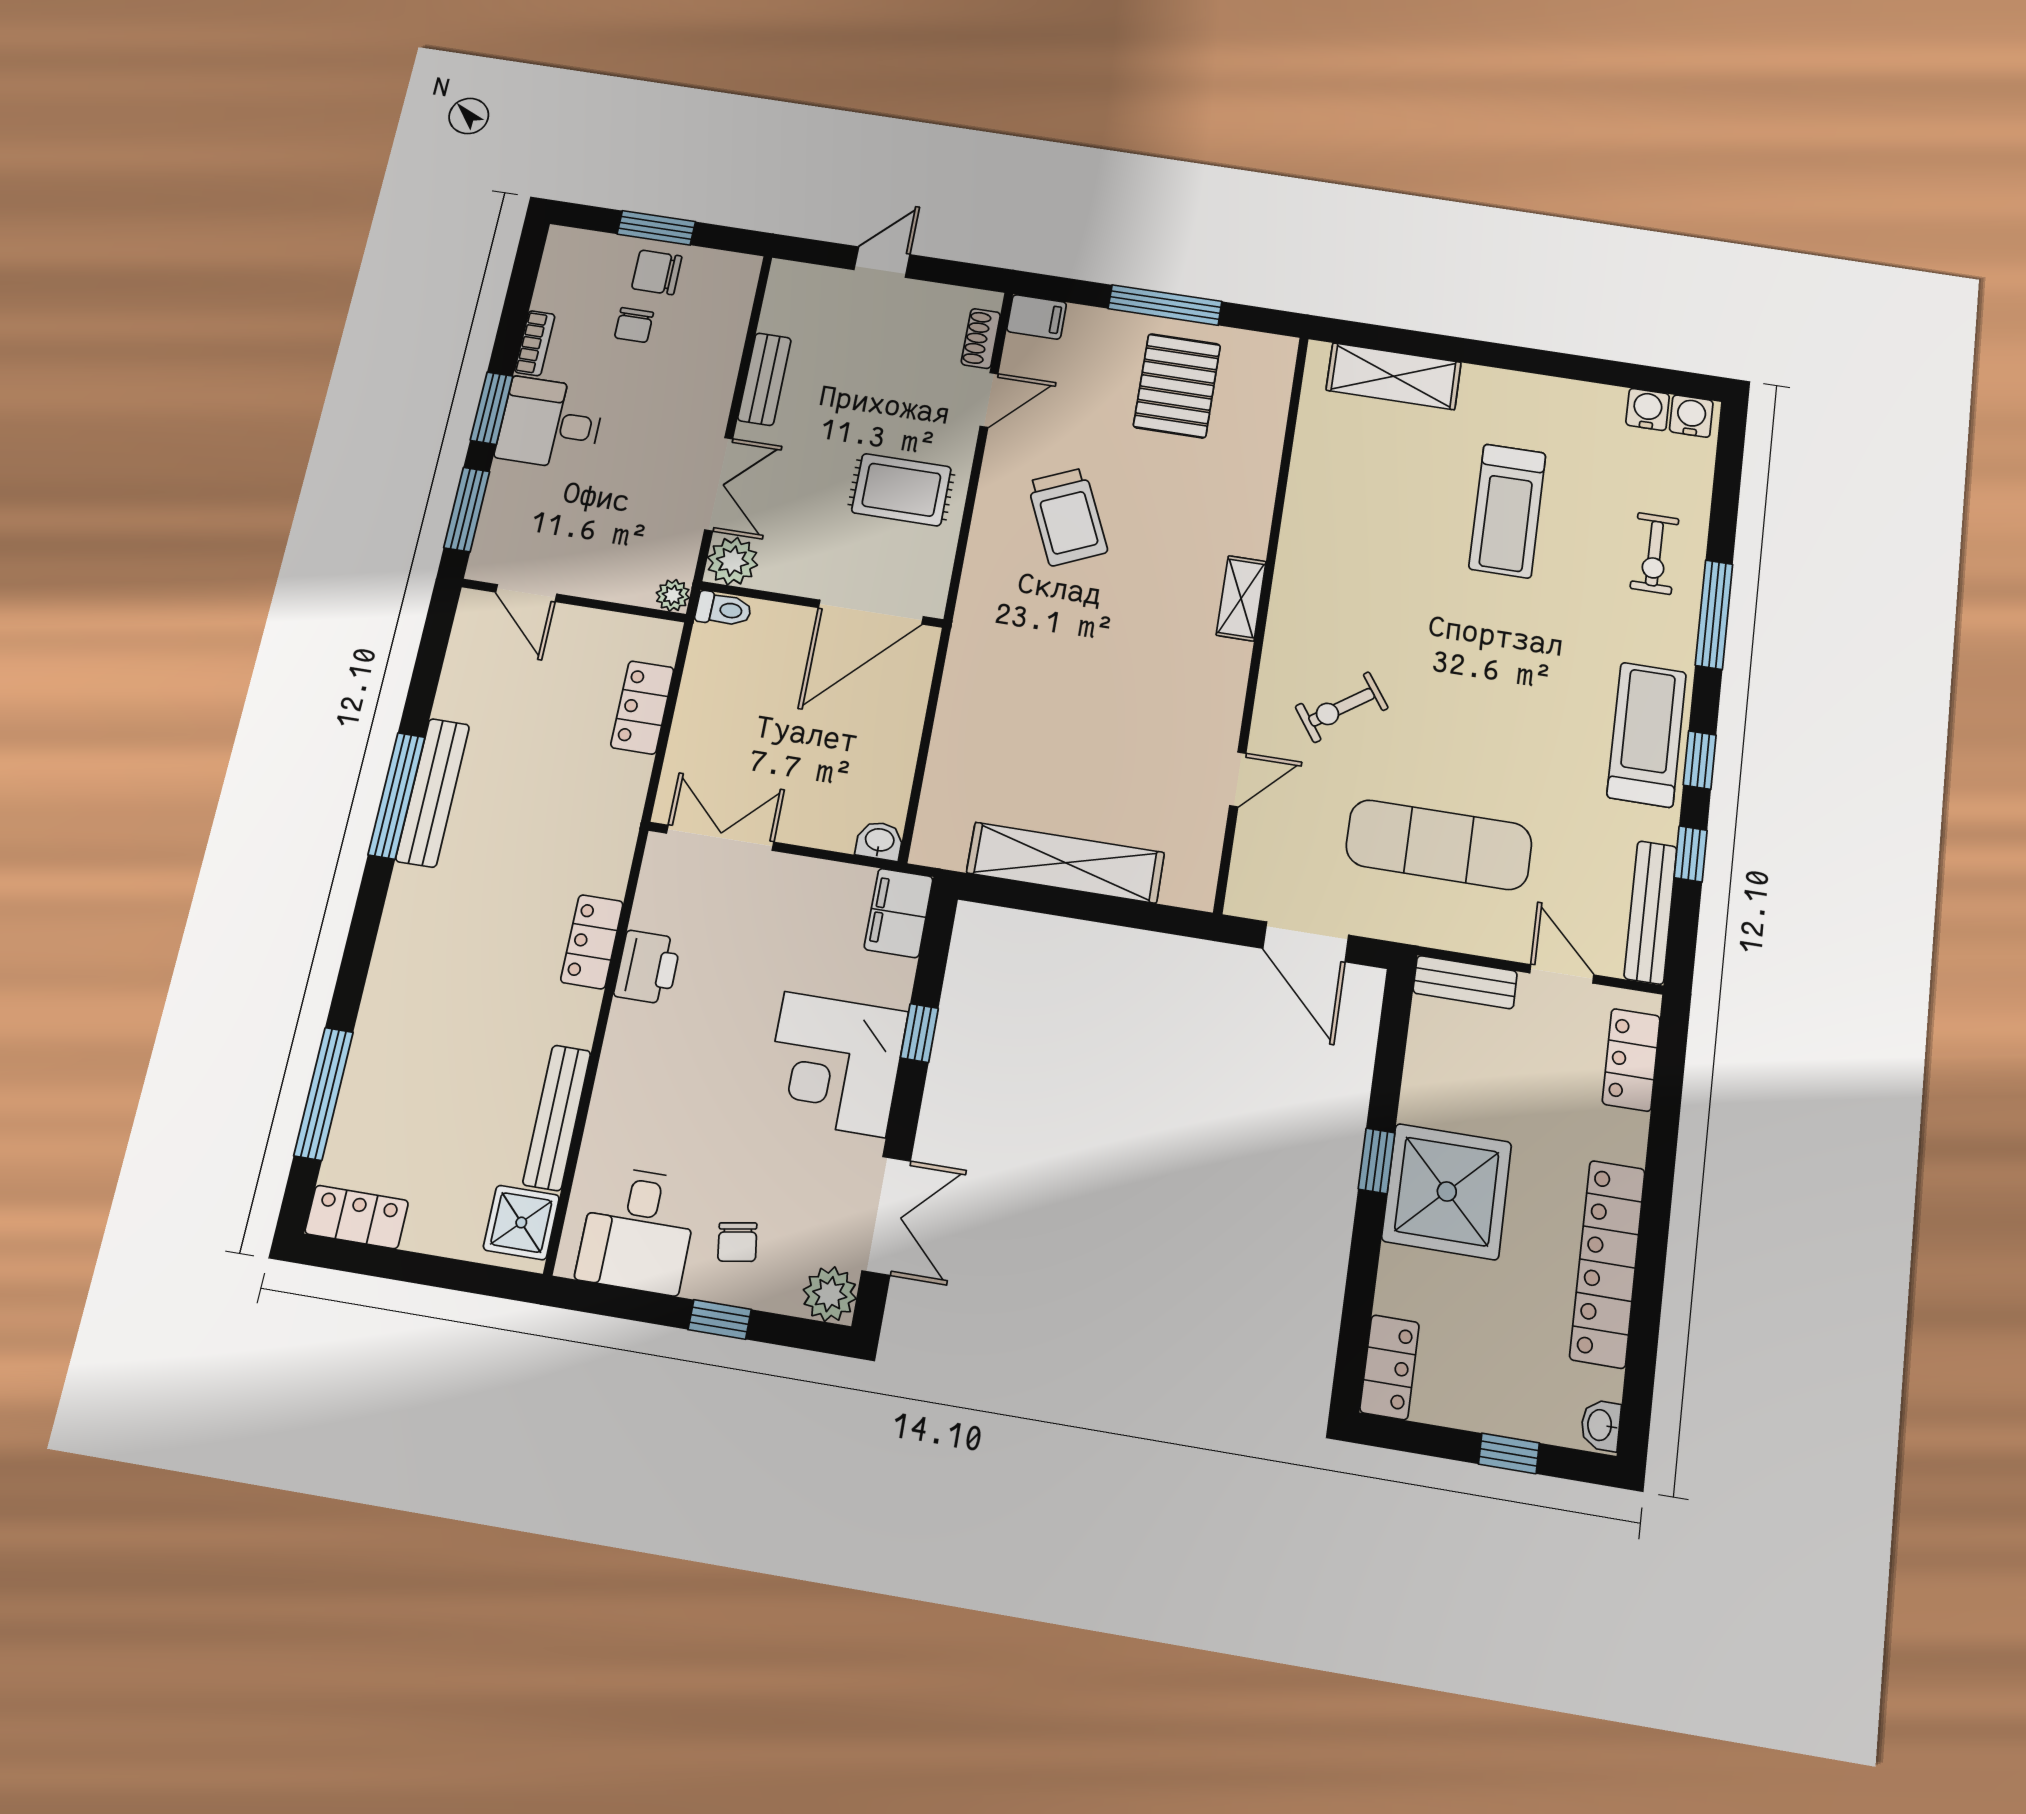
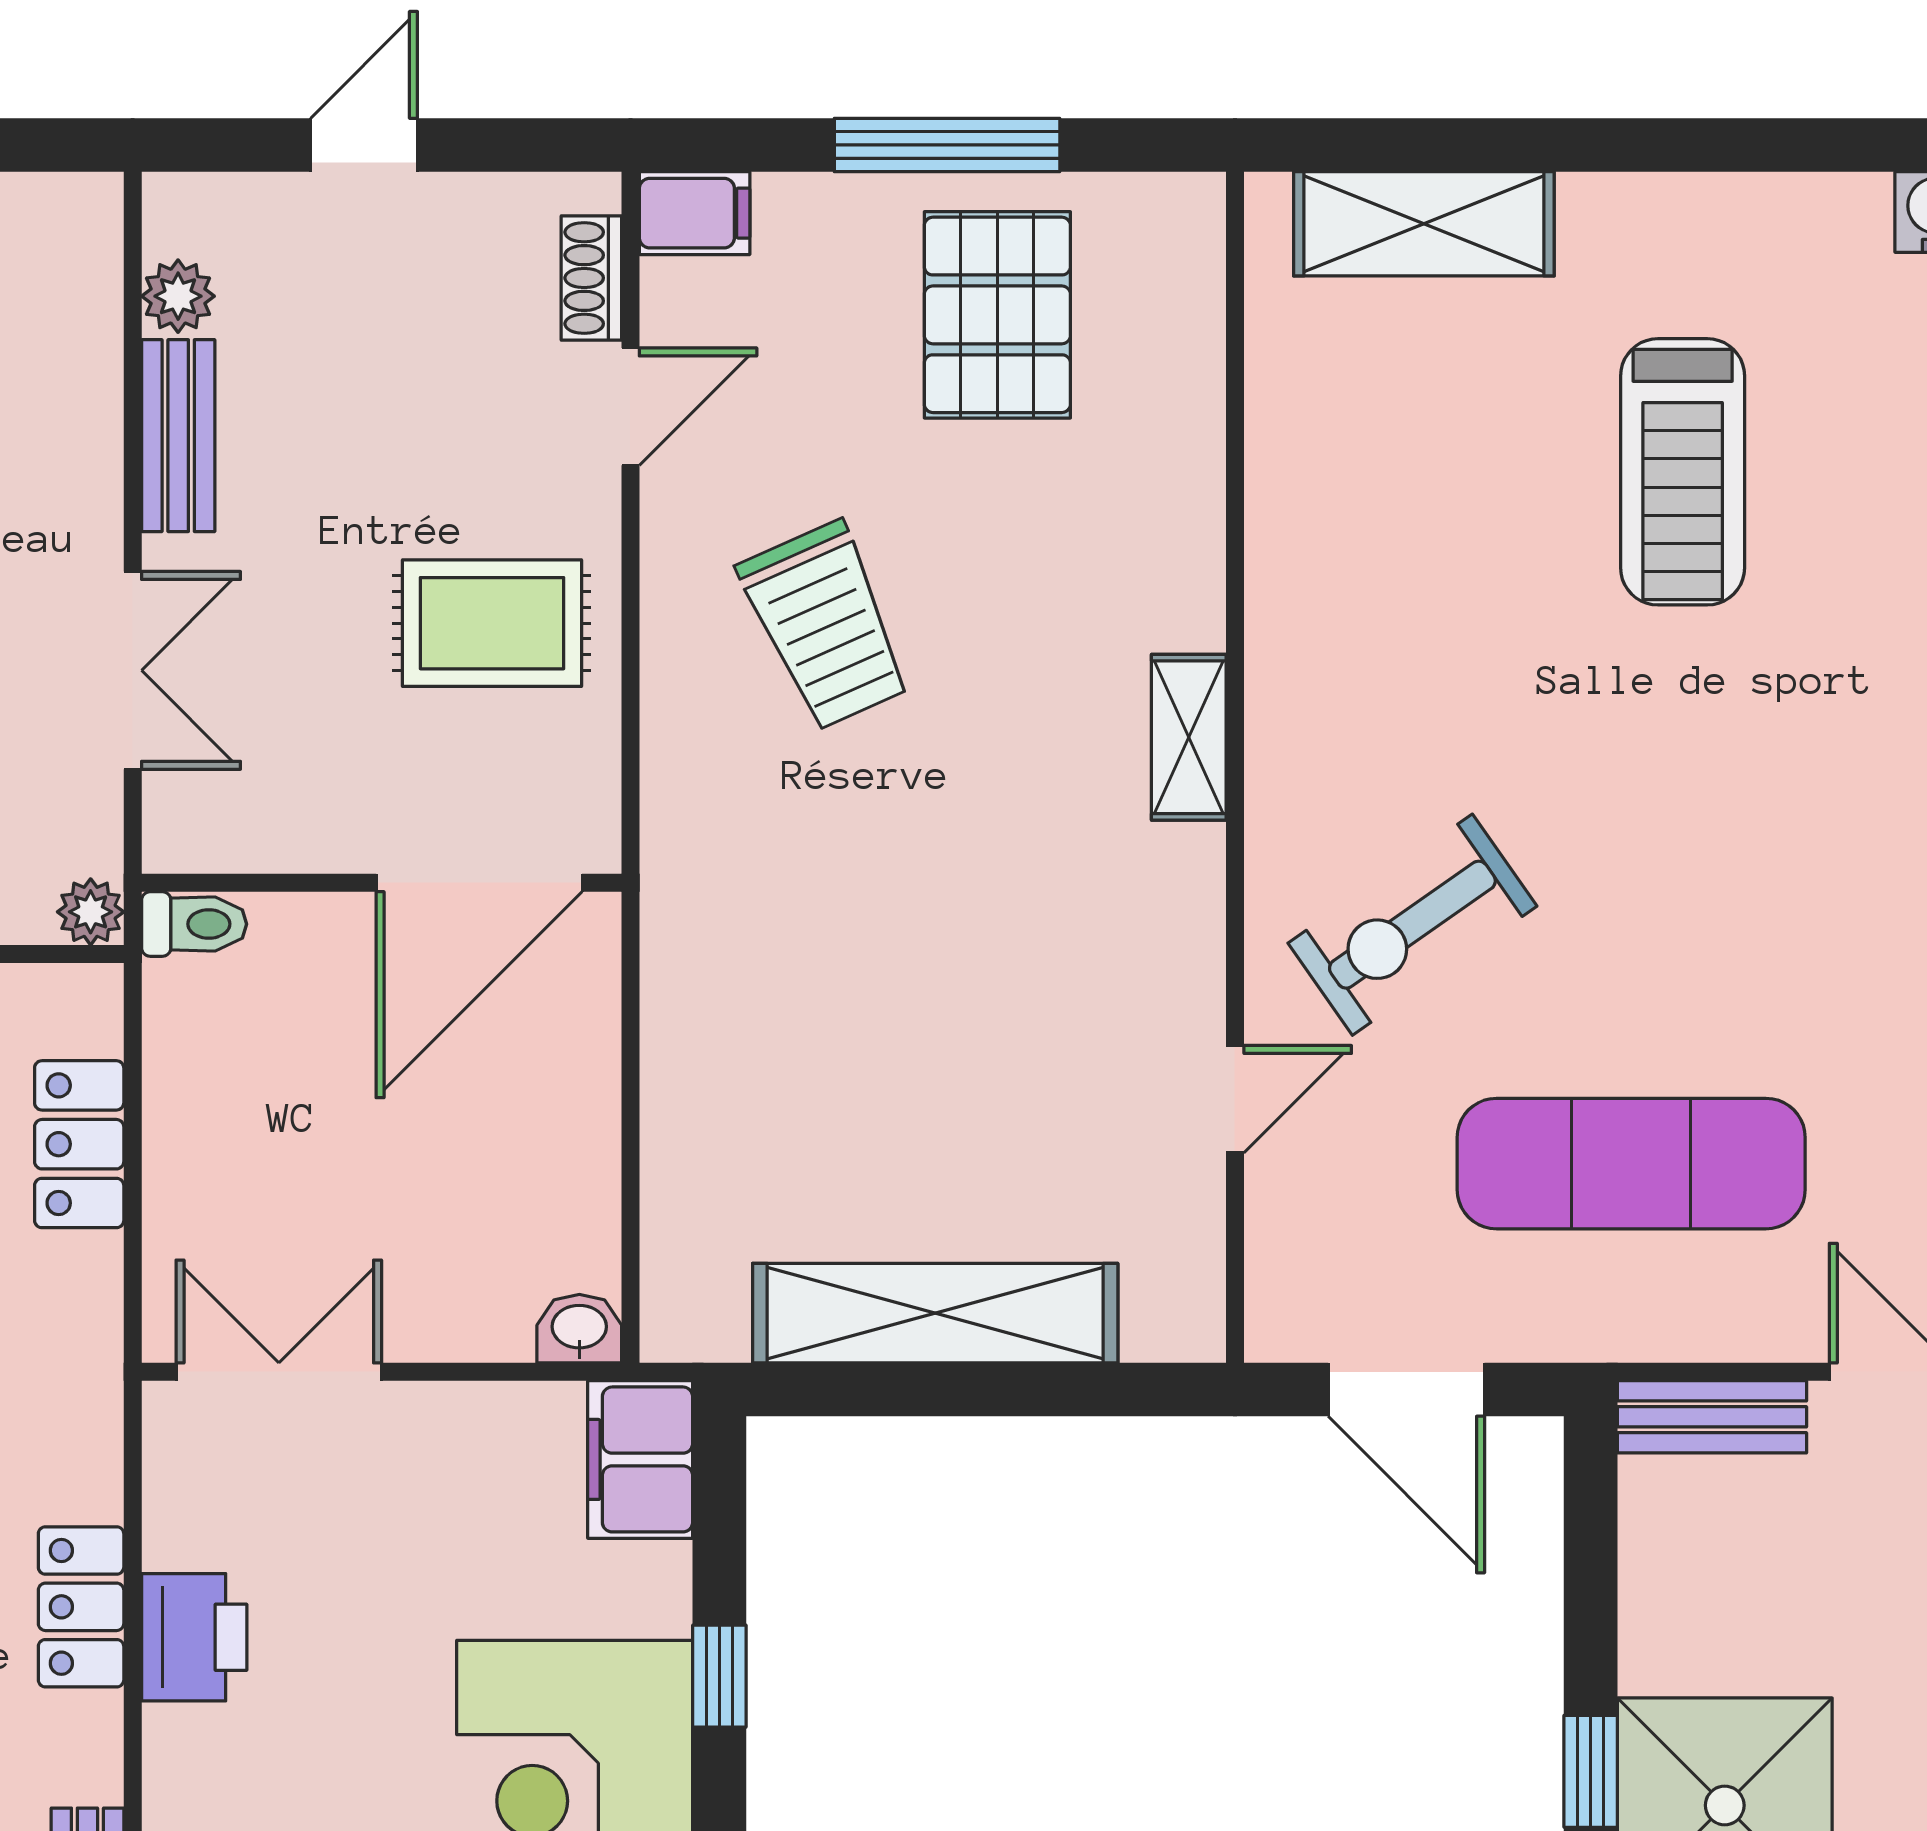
plant: (733, 561) -> (178, 296), moved, width x0.73, depth x0.73
exercise bike: (1342, 707) -> (1412, 925), width x1.38, depth x1.39

